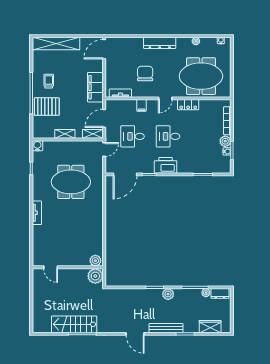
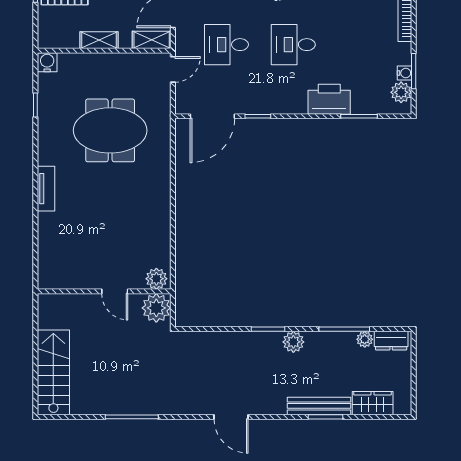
plant: (225, 141) -> (401, 92), moved
printer: (166, 165) -> (329, 99), moved
door: (51, 267) -> (115, 291), moved
stairs: (74, 324) -> (53, 372), moved, turned 90
bench: (166, 328) -> (319, 406), moved

